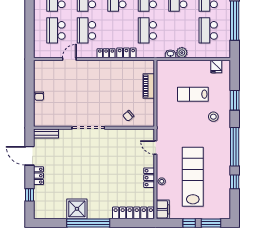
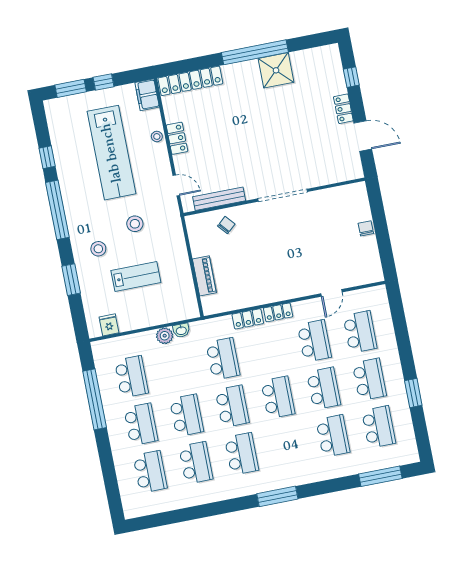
stool: (187, 128) -> (135, 224), added
bench: (46, 134) -> (219, 199), moved, width x1.36

